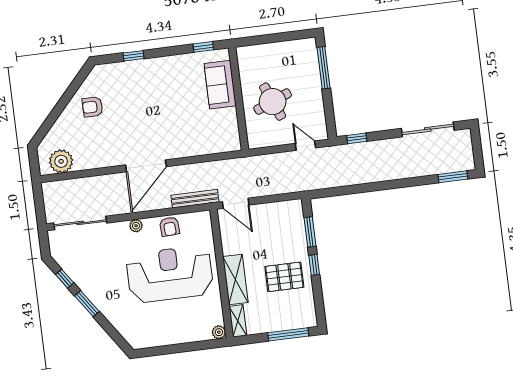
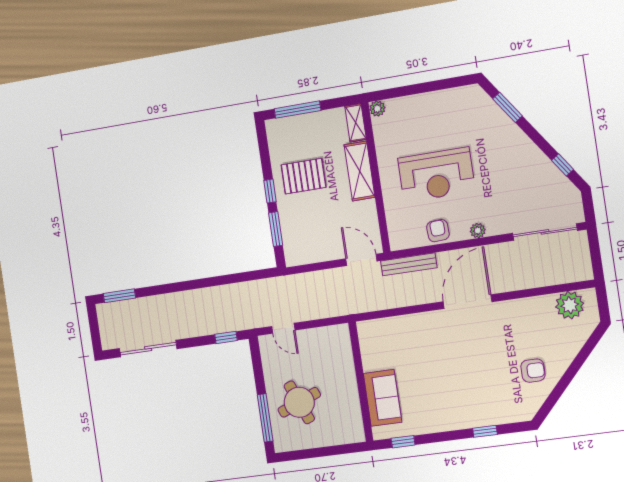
round table: (273, 102) -> (299, 402), moved
reception desk: (170, 274) -> (436, 175), width x0.74, depth x0.77
window: (87, 304) -> (508, 107), moved

